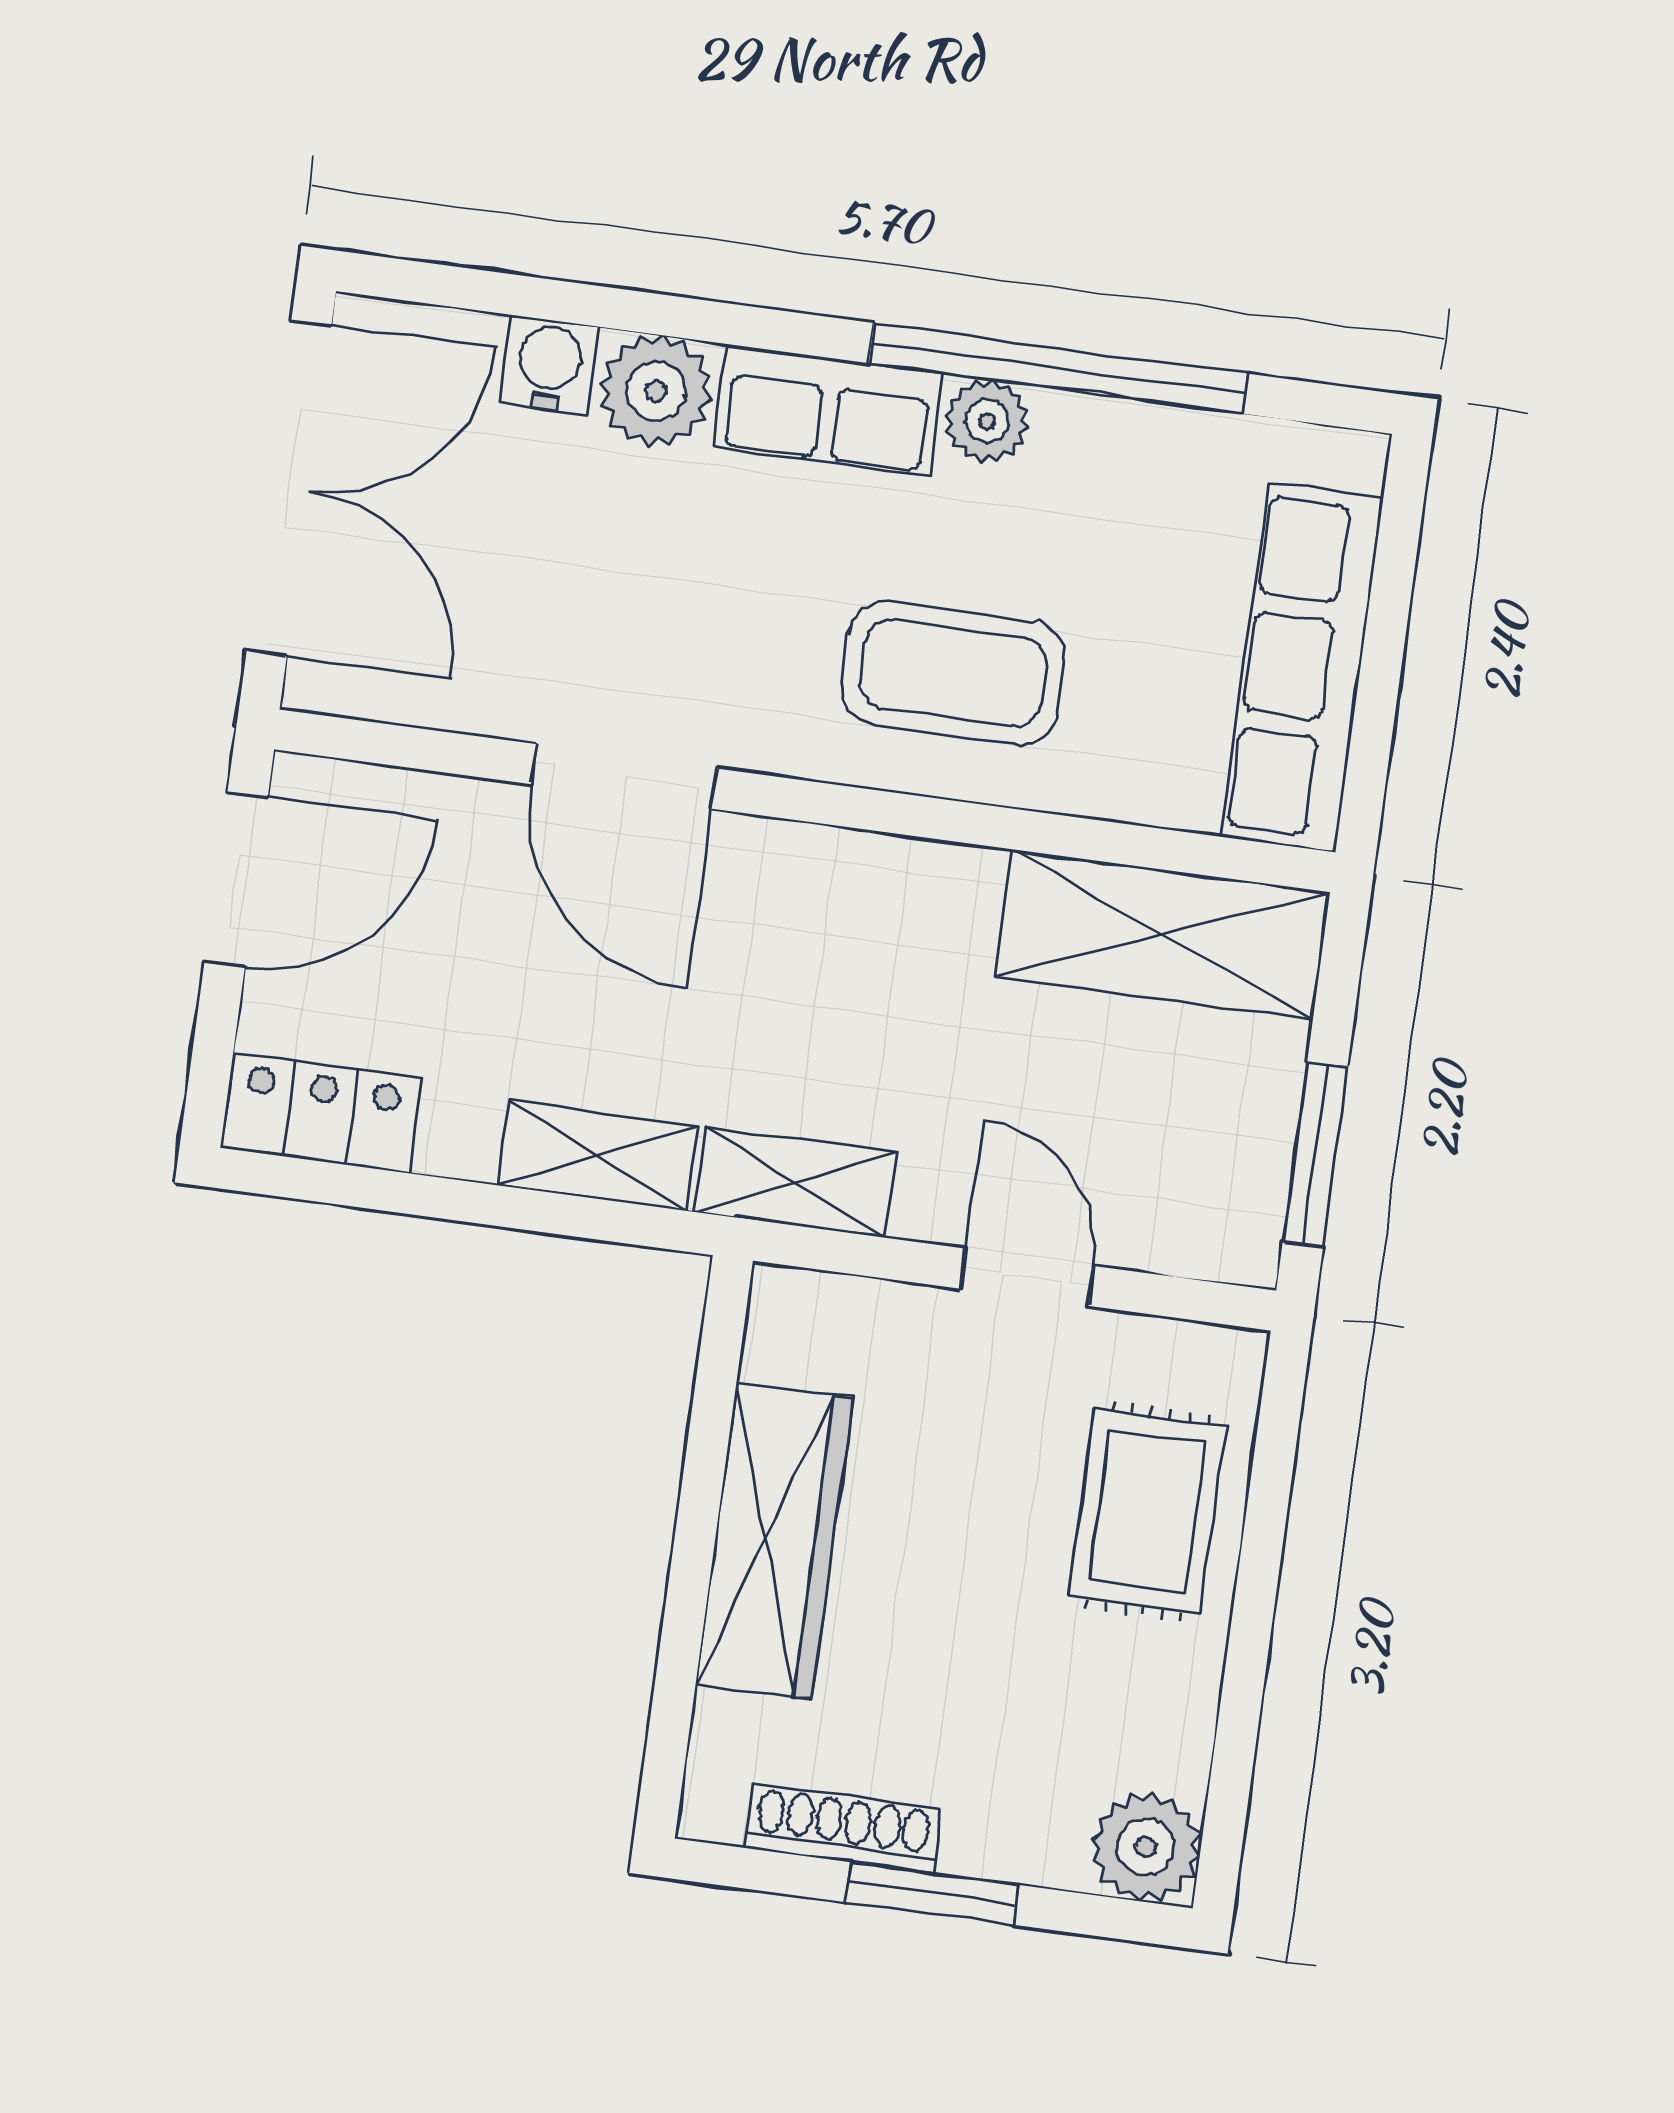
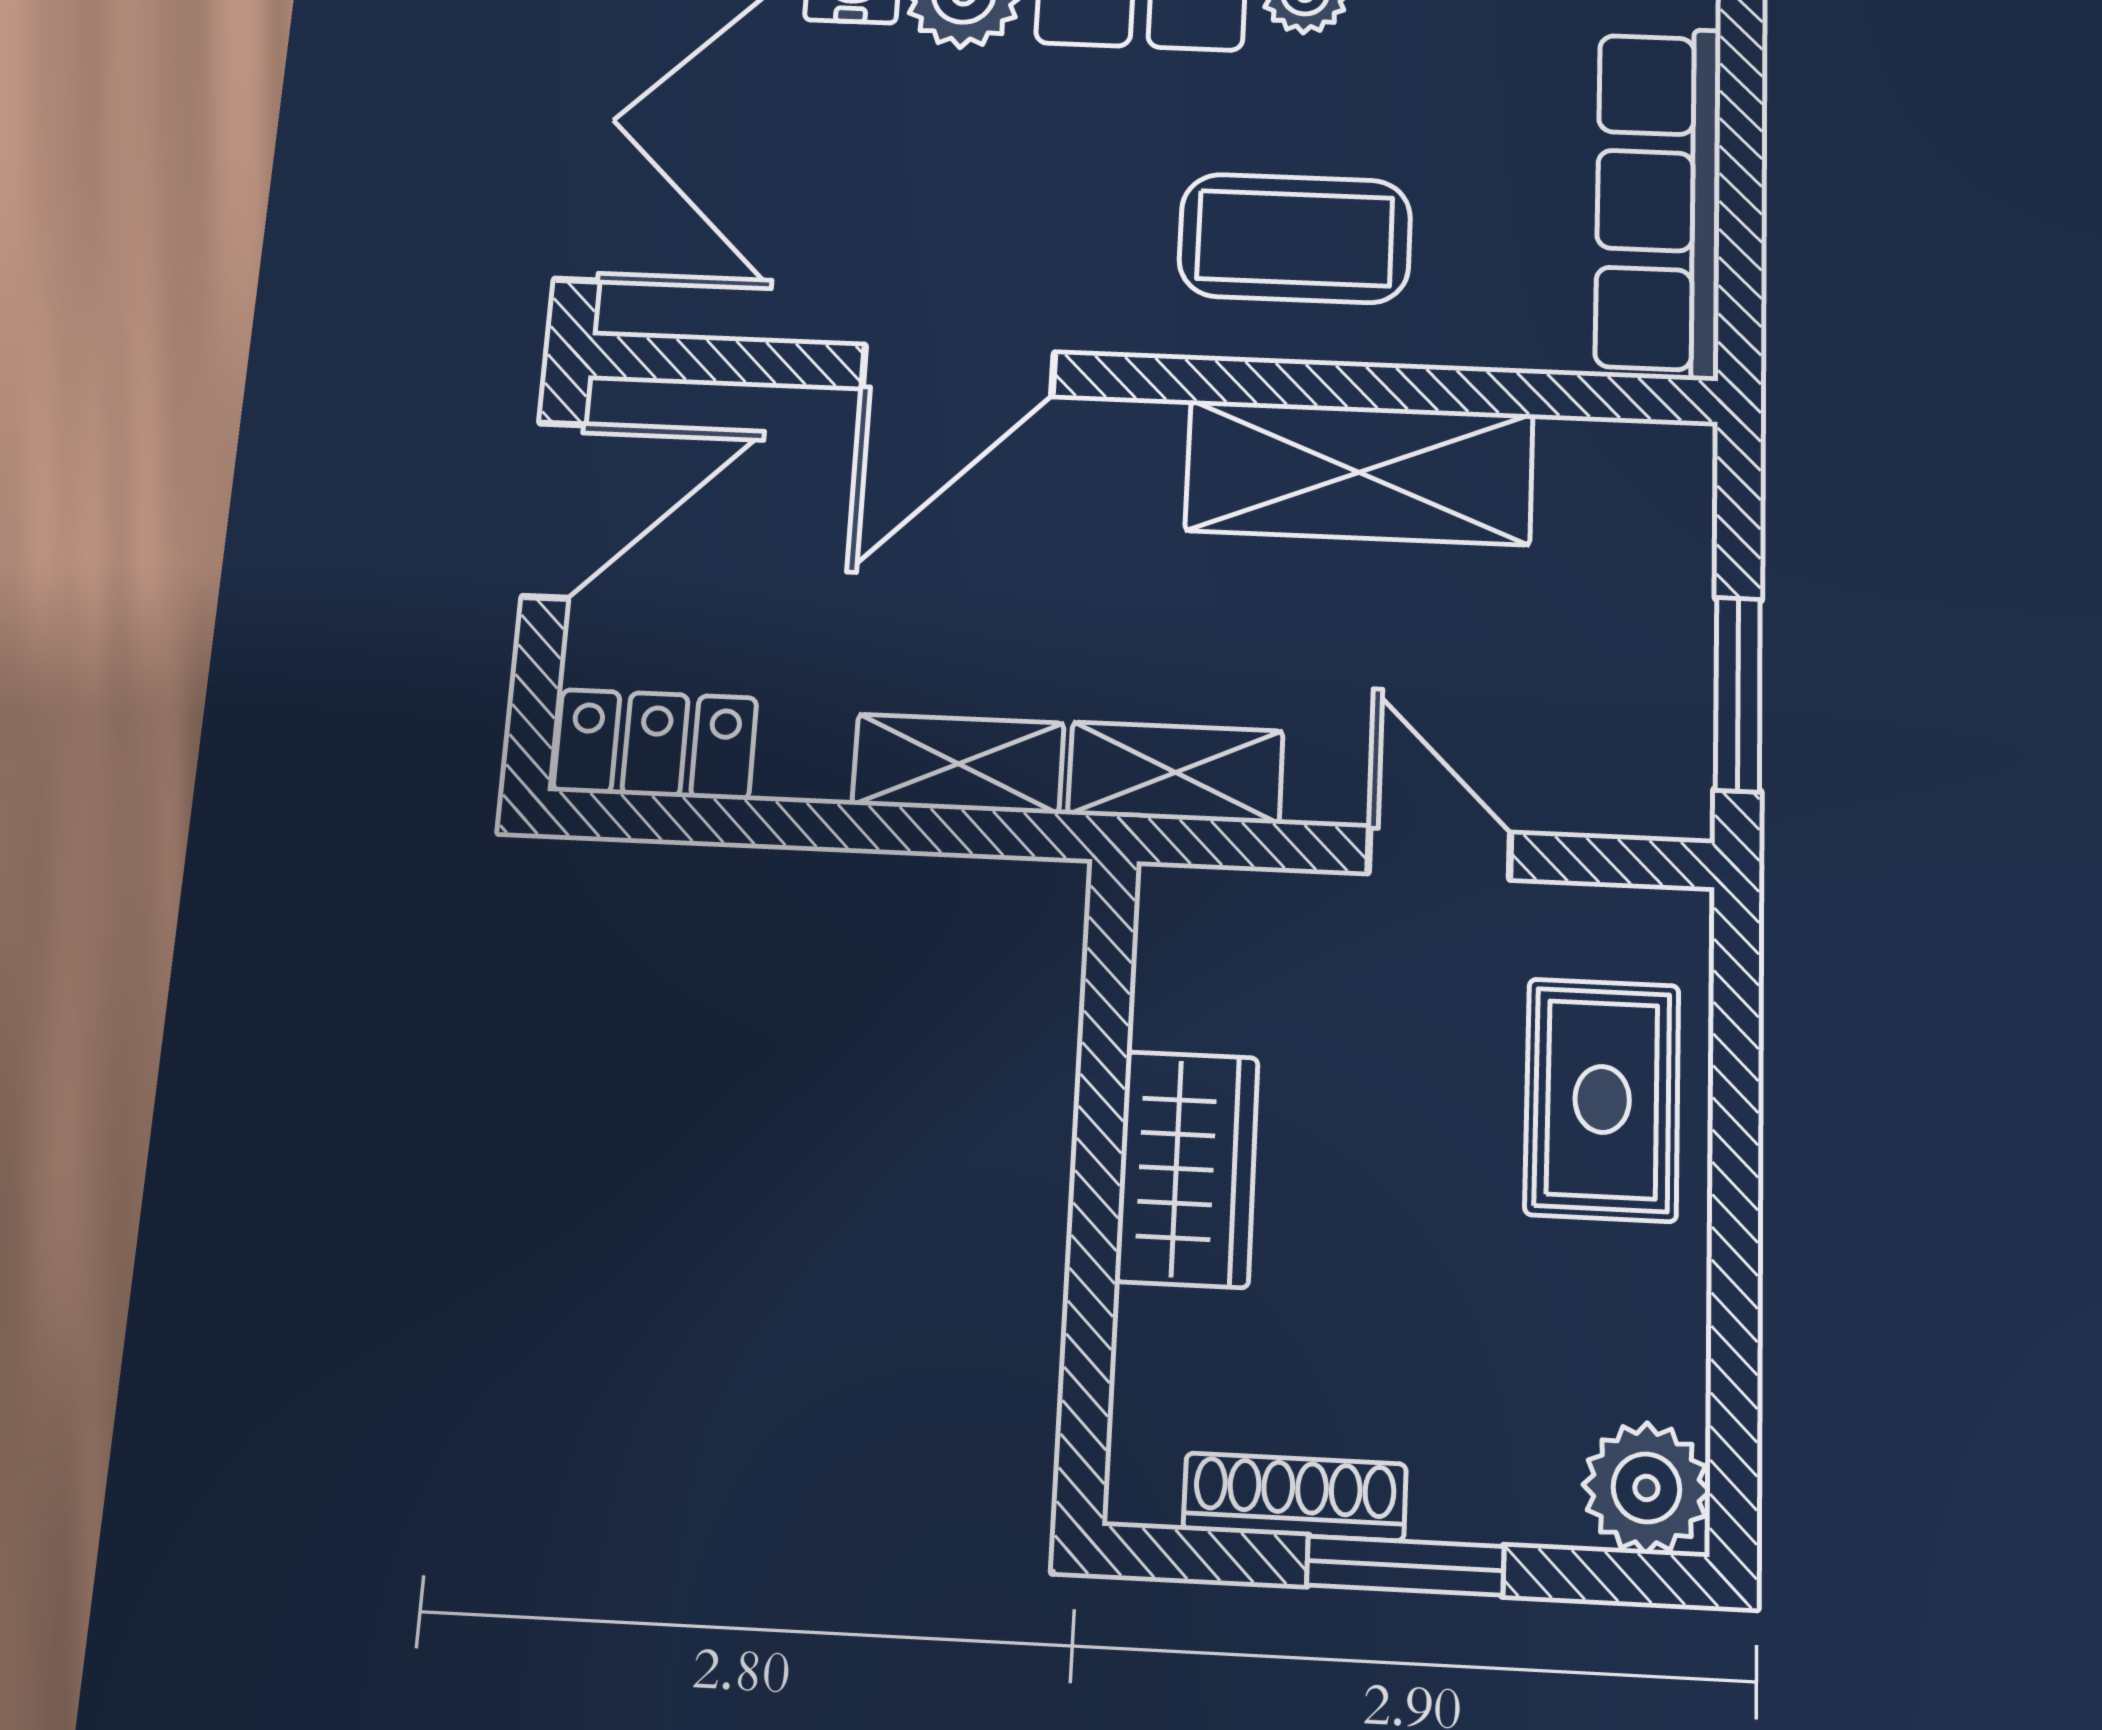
door: (624, 776) -> (958, 370), hinge flipped
shelving: (1163, 934) -> (1359, 472), moved
wardrobe: (774, 1541) -> (1187, 1169), width x0.67

